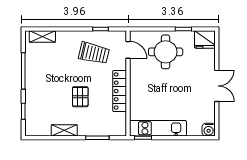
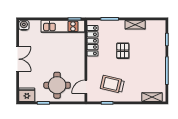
door: (128, 50) -> (86, 87), hinge flipped
double door: (217, 86) -> (18, 59), swing flipped
locker: (120, 91) -> (92, 41), moved

